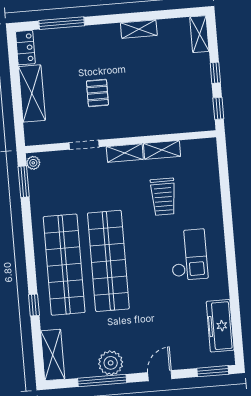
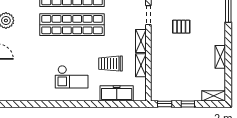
freezer: (220, 326) -> (117, 93), moved

